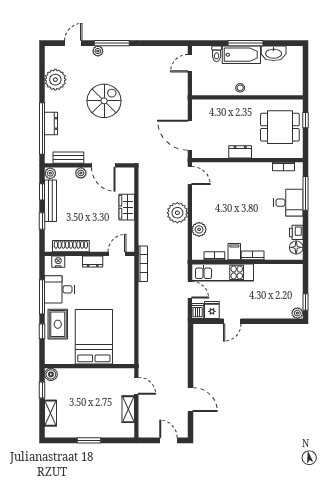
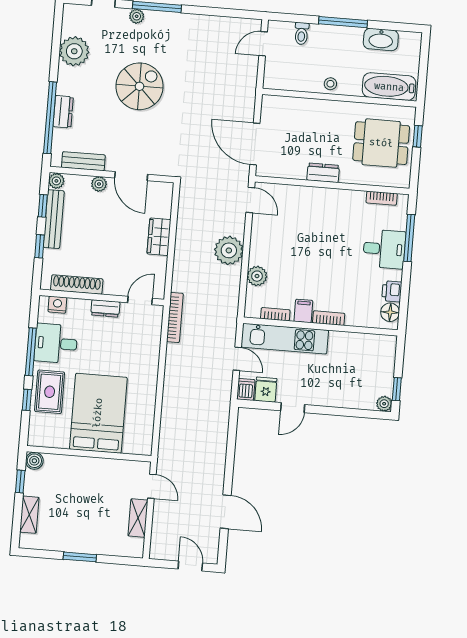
bathtub: (241, 55) -> (389, 87), moved, turned 180

